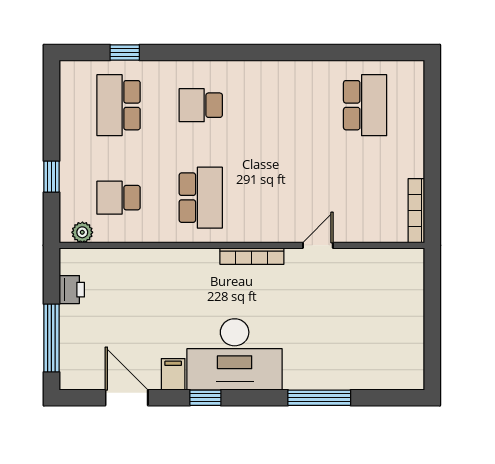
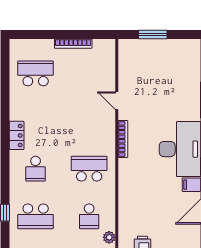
locker: (258, 72) -> (17, 135), added
bookcase: (416, 211) -> (73, 44), moved
window: (432, 307) -> (153, 35), added

